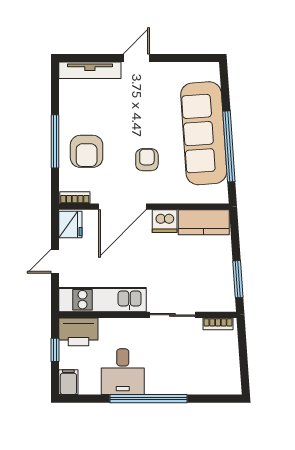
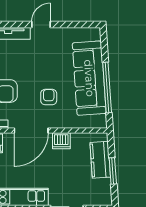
kitchen counter: (204, 222) -> (100, 160), moved, turned 86
window: (238, 279) -> (113, 171), moved

